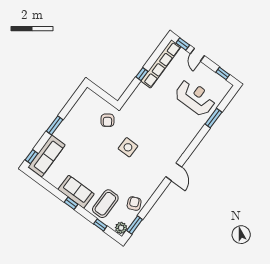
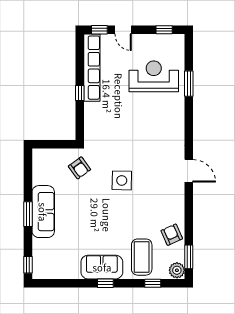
sofa: (47, 156) -> (43, 212), moved

